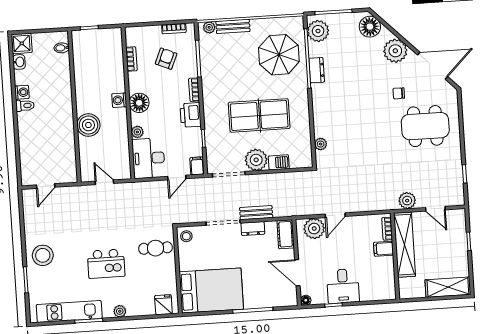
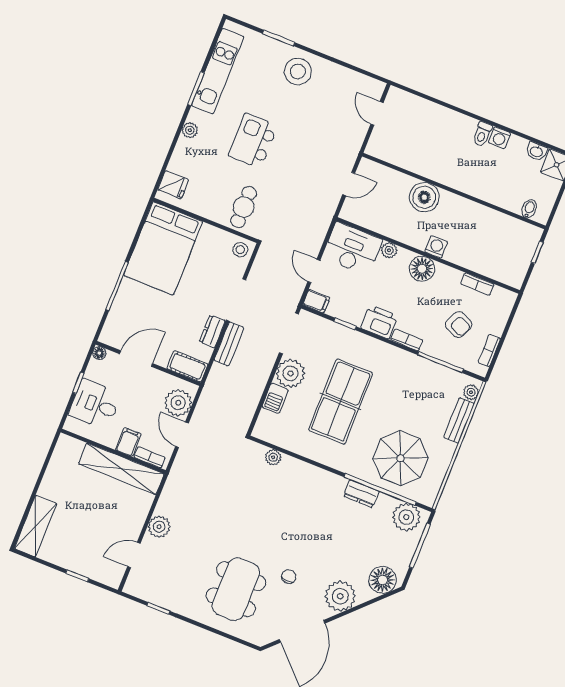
bookcase: (387, 229) -> (150, 457), moved
shelving: (405, 245) -> (121, 469), moved
filing cabinet: (383, 249) -> (128, 442), moved
wall: (395, 256) -> (113, 451), moved

